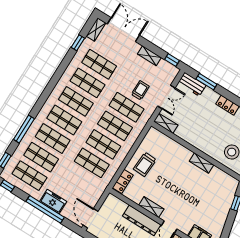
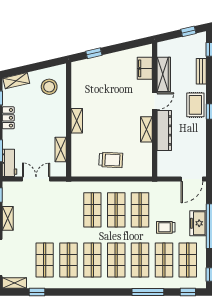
trolley: (140, 90) -> (166, 227), moved
shop shelf: (127, 107) -> (69, 210), removed
shelving: (166, 123) -> (61, 149), moved
shelving: (202, 163) -> (77, 121), moved
locker: (123, 181) -> (139, 171), removed

